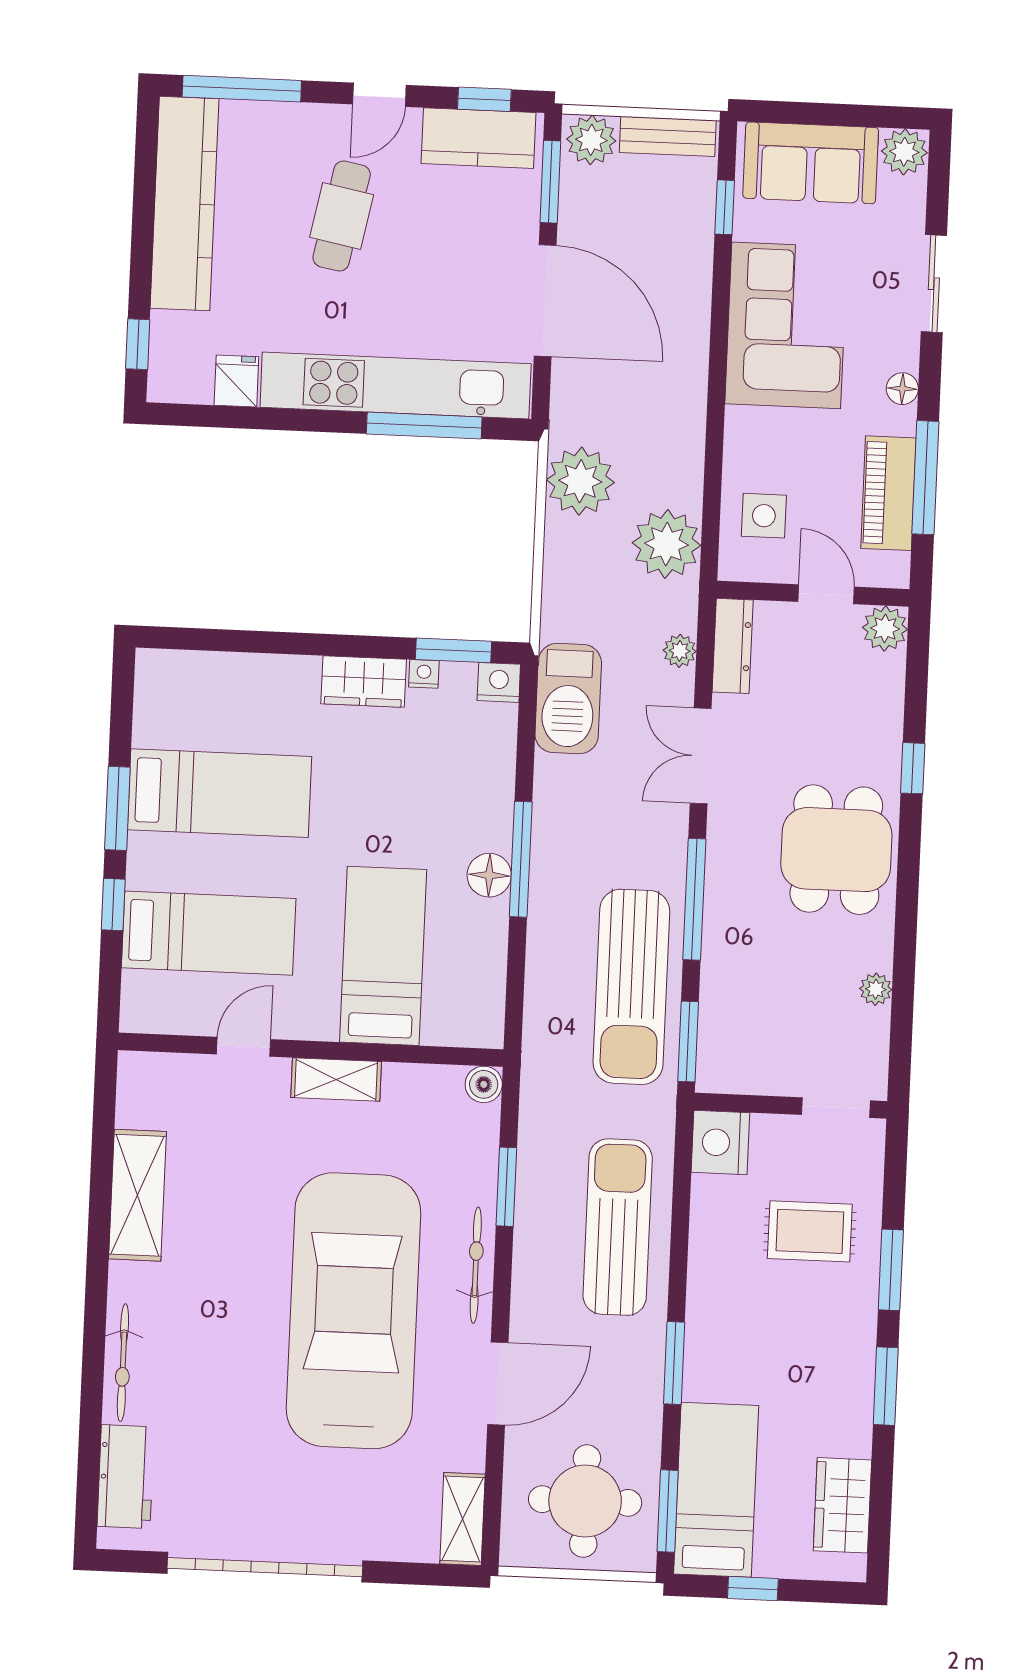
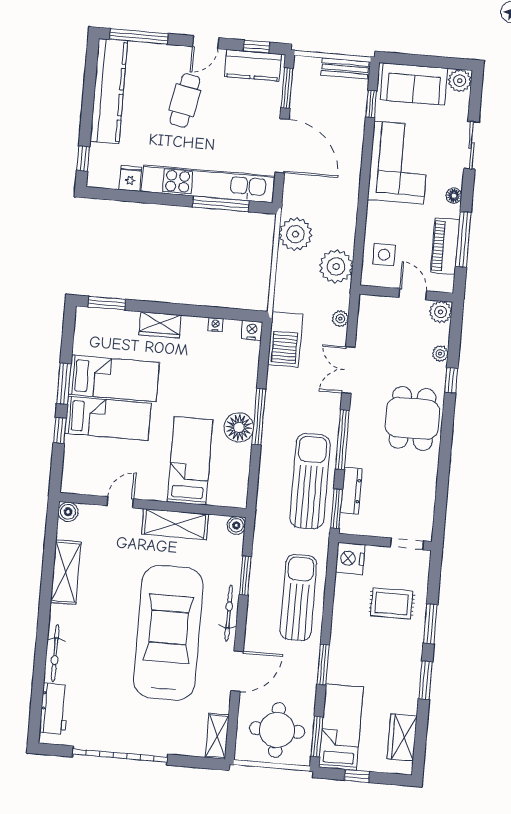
plant: (591, 140) -> (308, 68), removed
dresser: (733, 646) -> (351, 491), moved
window: (454, 650) -> (107, 303), moved
wardrobe: (364, 682) -> (160, 325), moved
floor lamp: (489, 875) -> (239, 427), width x1.38, depth x1.38
bed: (209, 933) -> (108, 418), moved
sun lounger: (631, 987) -> (310, 481), turned 180
plant: (876, 989) -> (440, 354), moved
boiler: (137, 1071) -> (68, 512), added
shelving: (336, 1080) -> (175, 524), width x1.50, depth x1.33

